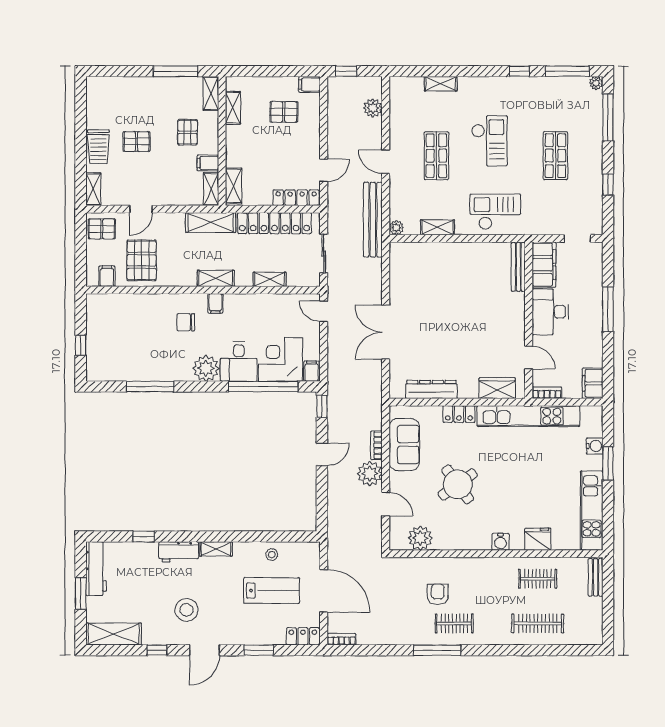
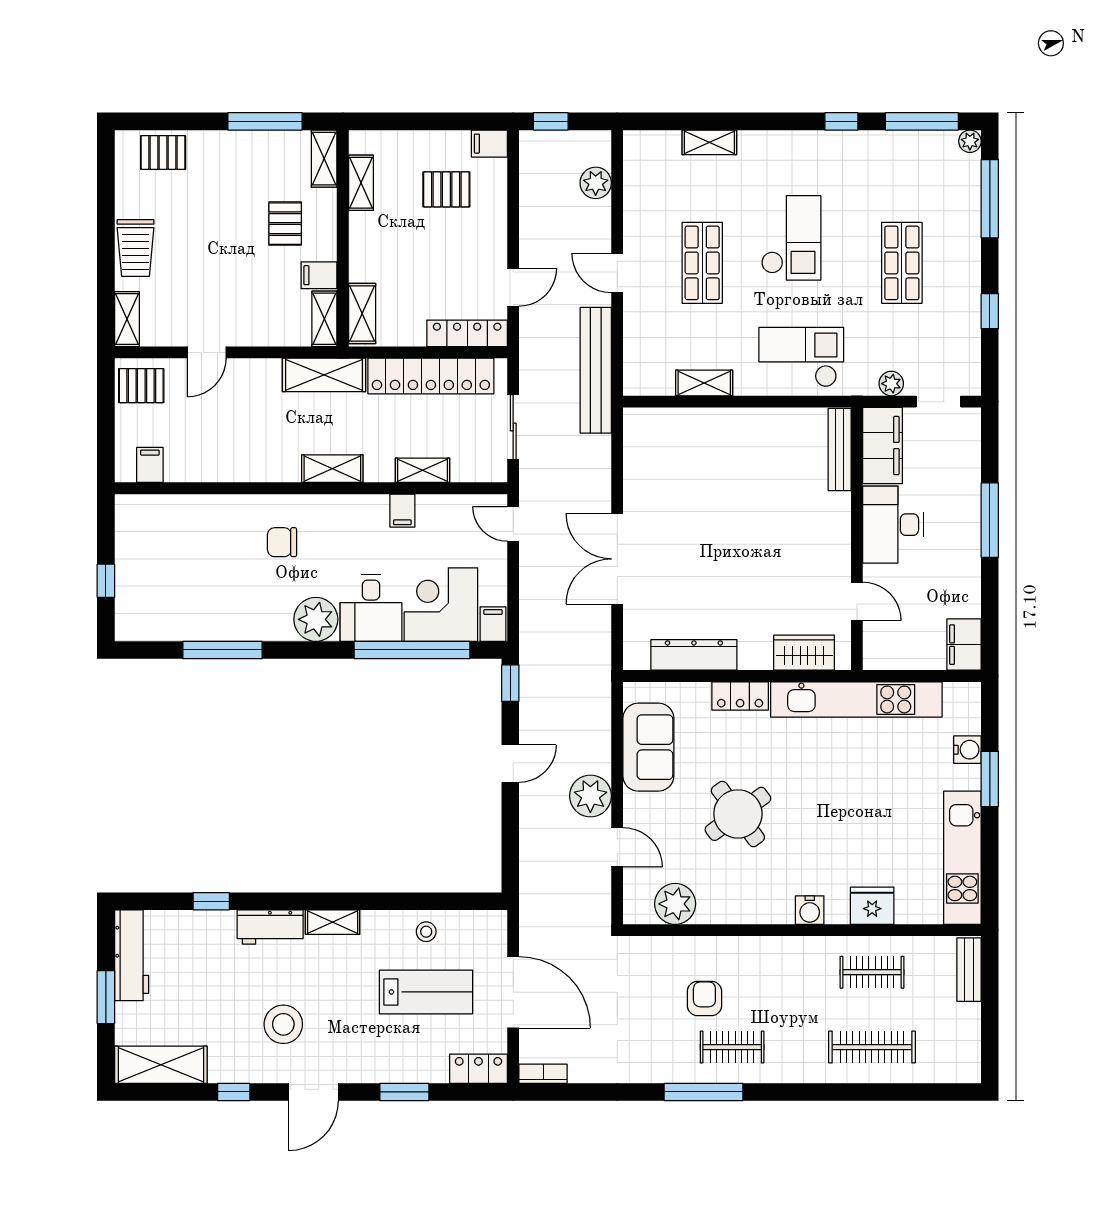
pallet: (137, 142) -> (163, 153), moved
plant: (396, 228) -> (891, 384), moved
pallet: (142, 260) -> (208, 438), removed
filing cabinet: (215, 303) -> (402, 511), moved
bookcase: (547, 393) -> (887, 660), removed
bookcase: (376, 445) -> (602, 748), removed

